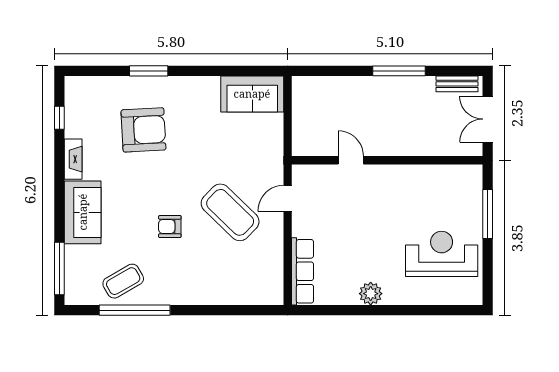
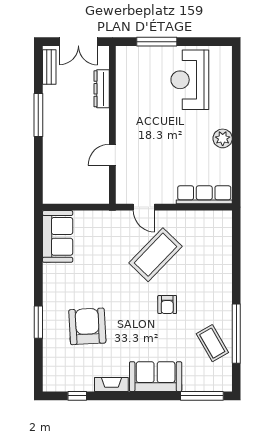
dresser: (431, 147) -> (102, 89), added

